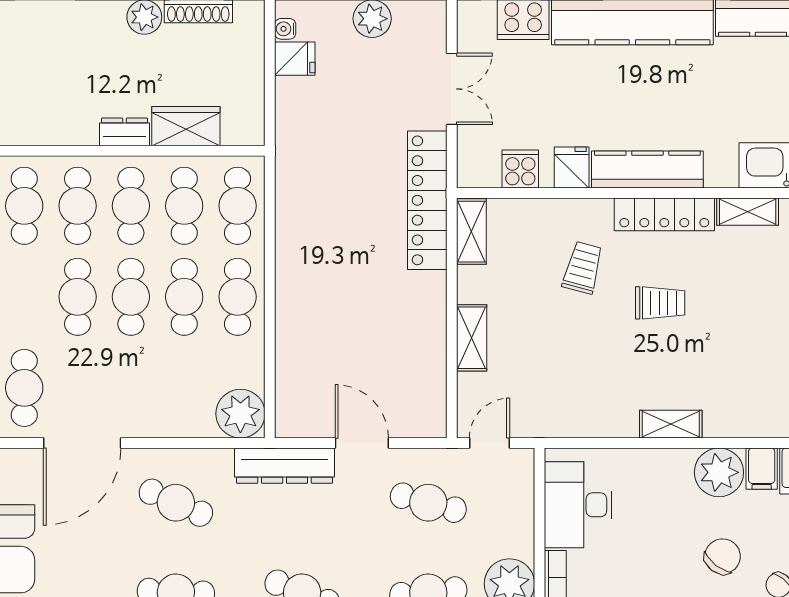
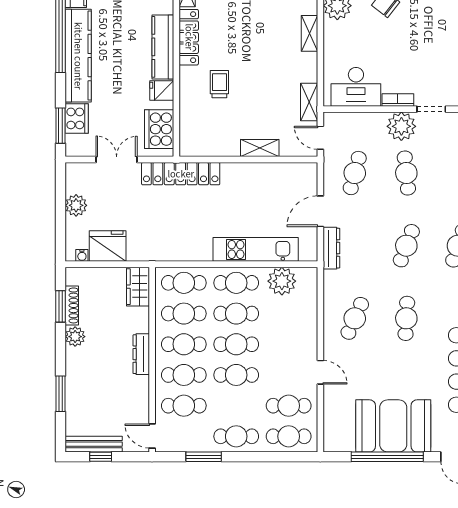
fridge: (295, 59) -> (108, 246), width x1.88, depth x1.34
wardrobe: (186, 126) -> (138, 287), moved
dresser: (125, 132) -> (141, 354), width x1.44
cooker: (520, 169) -> (159, 129), width x1.87, depth x1.31
shelving: (471, 232) -> (309, 102), moved, turned 90
trolley: (583, 268) -> (219, 84), turned 75
trolley: (660, 303) -> (240, 40), removed
kitchen unit: (296, 330) -> (256, 249), added
plant: (240, 414) -> (282, 281), moved
door: (82, 443) -> (320, 372), width x0.53
dresser: (285, 466) -> (331, 248), width x0.73, depth x0.80

